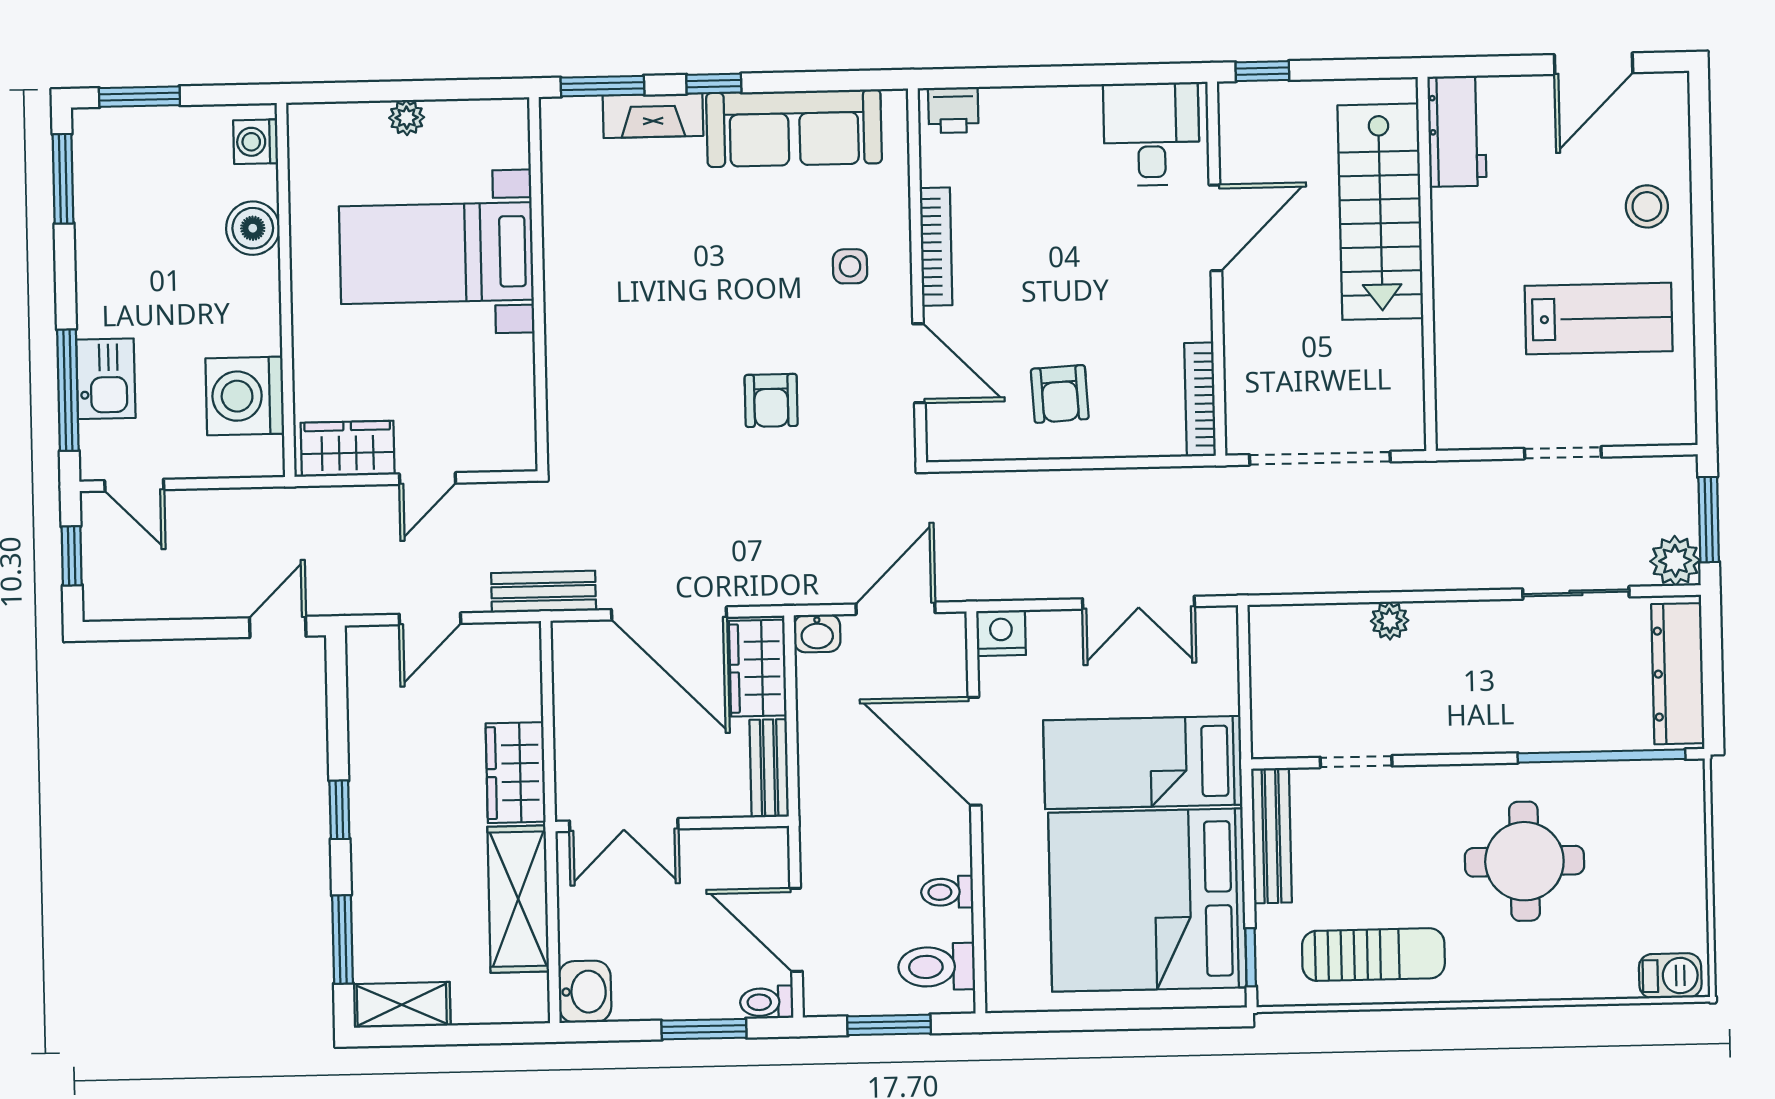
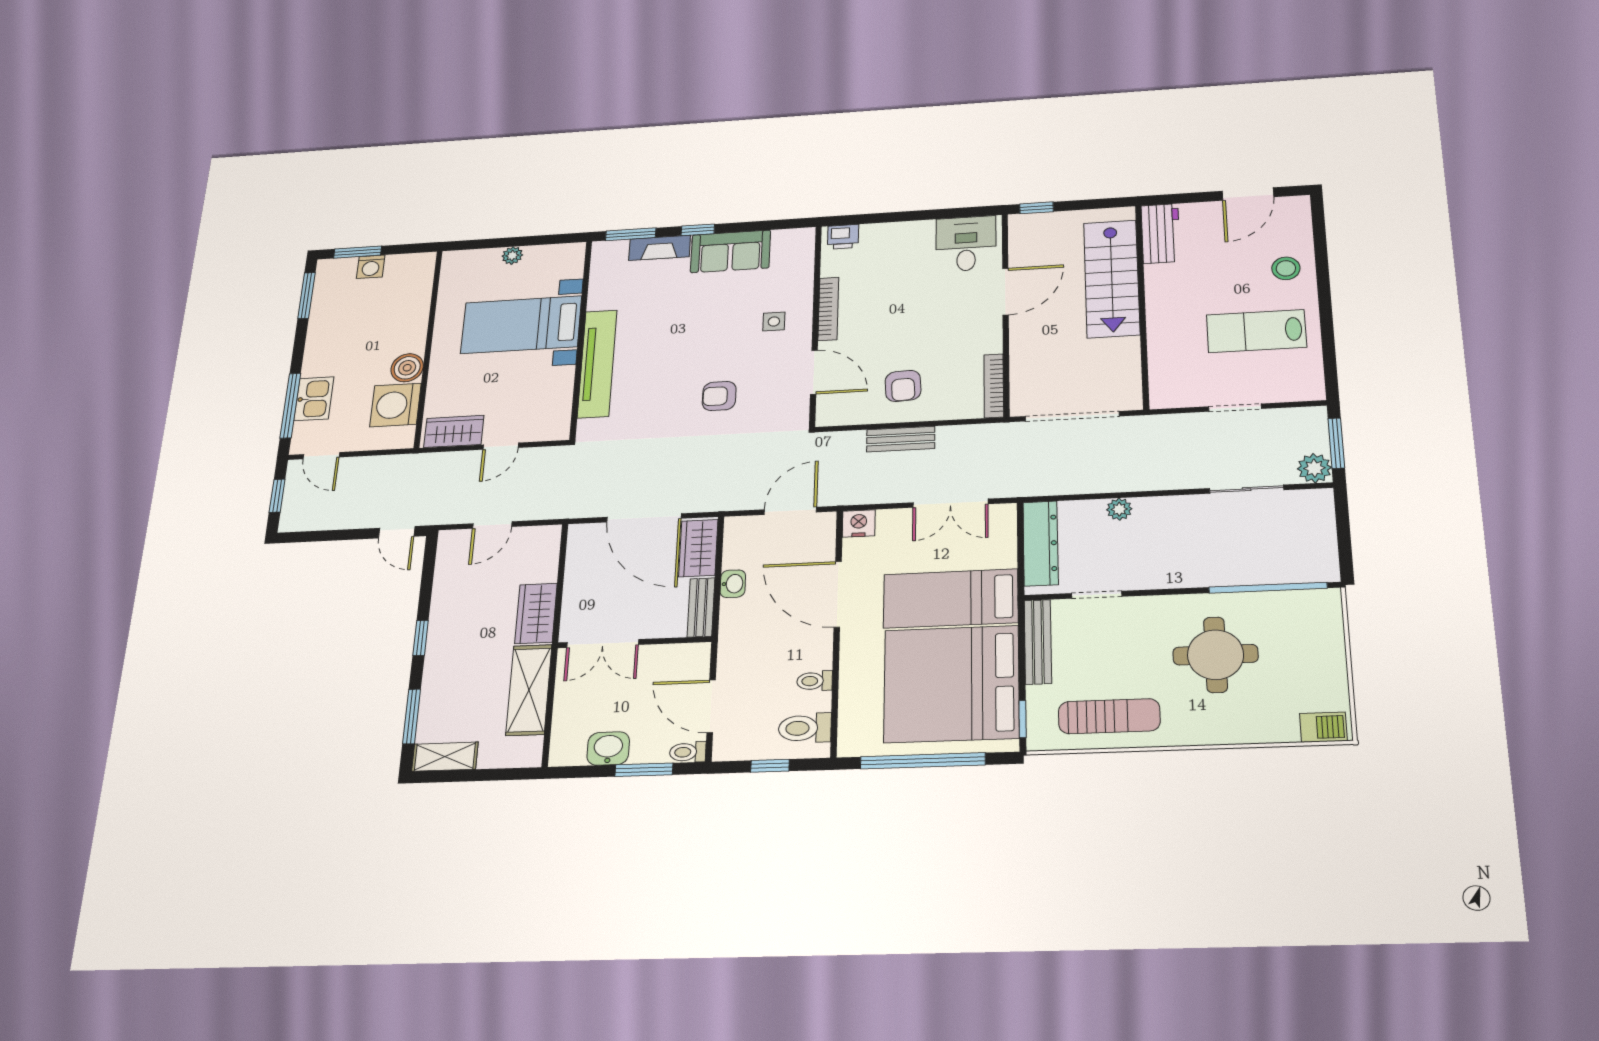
sofa: (794, 128) -> (731, 251), width x0.73
washing machine: (256, 142) -> (371, 267), moved, turned -90
boiler: (253, 228) -> (407, 368), moved
lab bench: (1599, 318) -> (1256, 331), turned 180
tv unit: (569, 332) -> (597, 364), added
armchair: (771, 400) -> (719, 396), turned 90
bench: (544, 592) -> (901, 439), moved
door: (278, 627) -> (397, 532), swing flipped
washbasin: (817, 633) -> (733, 584), moved, turned -90
dresser: (1678, 674) -> (1041, 543), moved, turned 180
washbasin: (585, 992) -> (608, 748), moved, turned -90
window: (1110, 1020) -> (923, 761), added
window: (889, 1025) -> (770, 766), width x0.67

